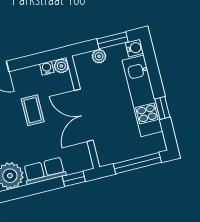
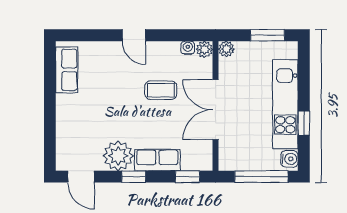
water cooler: (134, 48) -> (289, 159), moved
plant: (99, 56) -> (226, 49), moved
coffee table: (33, 110) -> (161, 90), turned 90
window: (28, 190) -> (134, 177), added

